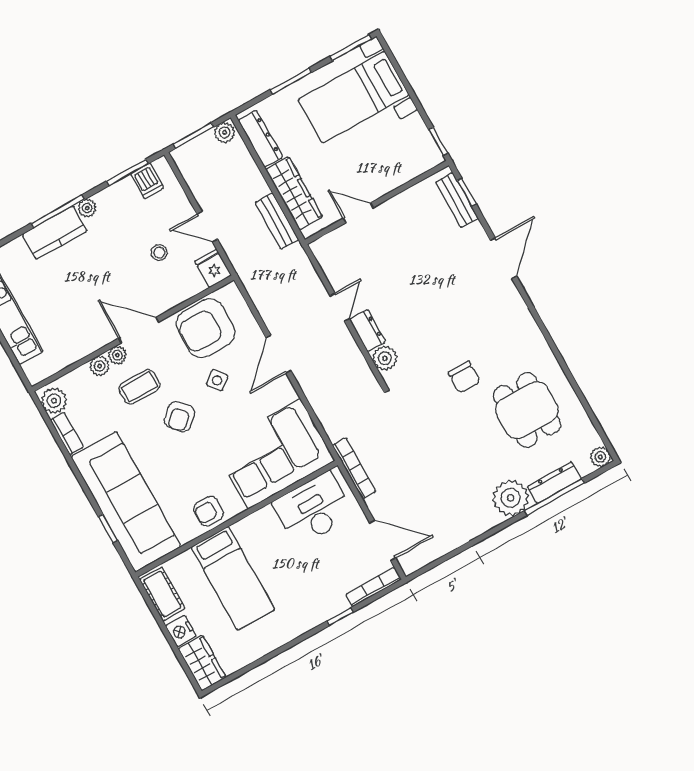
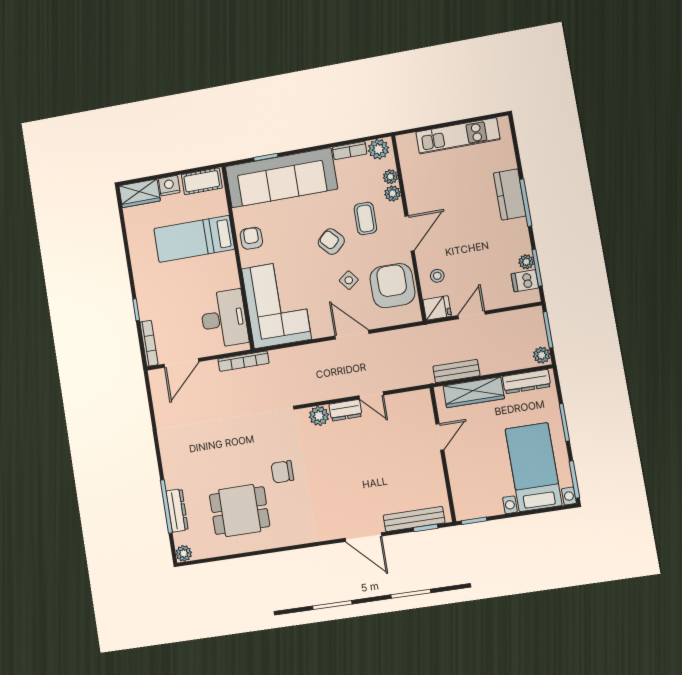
bench: (457, 200) -> (414, 519), width x1.36
plant: (87, 208) -> (526, 262), moved
stool: (159, 253) -> (437, 276), moved
plant: (117, 355) -> (390, 177), moved
plant: (511, 498) -> (178, 473), removed

